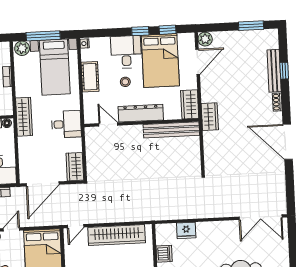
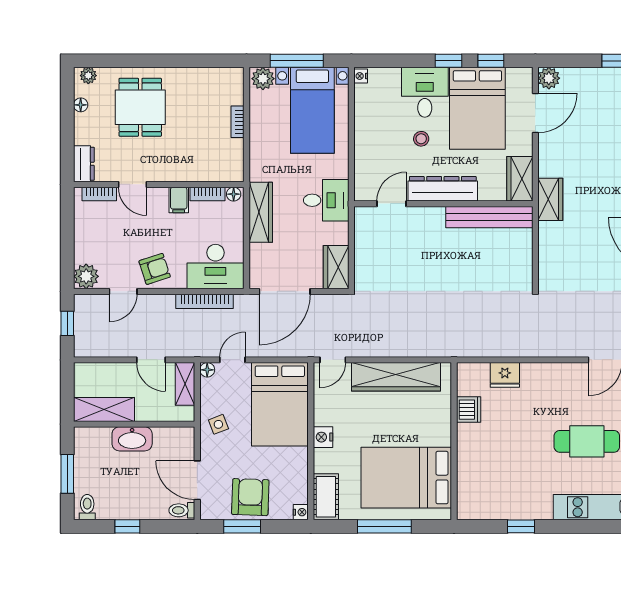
cot: (90, 77) -> (367, 128), removed
wardrobe: (24, 117) -> (261, 212), moved
door: (108, 124) -> (391, 204), hinge flipped

